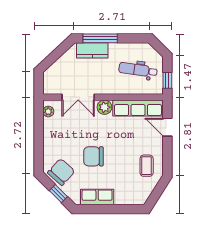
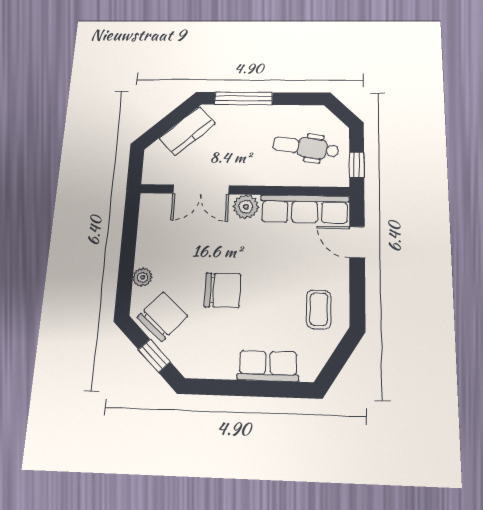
kitchen counter: (92, 50) -> (187, 131), moved, turned -43
plant: (48, 112) -> (142, 277), moved
chair: (94, 156) -> (222, 290), turned 180
row of seats: (97, 197) -> (268, 366), moved

